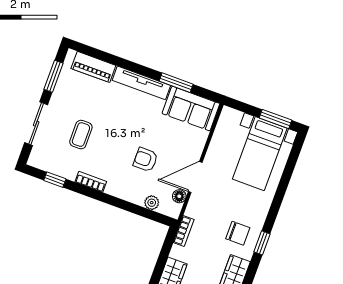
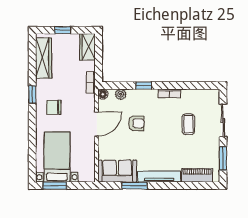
window: (55, 180) -> (144, 86), moved
floor lamp: (179, 196) -> (103, 94), moved
chair: (238, 233) -> (54, 107), moved

